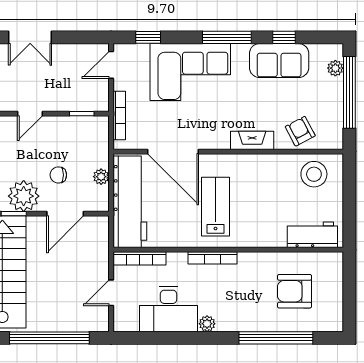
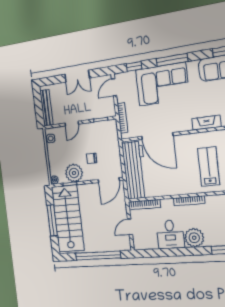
double door: (30, 37) -> (77, 76), moved
window: (227, 37) -> (172, 60), moved
plant: (101, 177) -> (116, 157), removed
lab bench: (215, 207) -> (209, 167), moved
door: (65, 214) -> (109, 180), moved
desk: (169, 309) -> (170, 234), width x0.73
plant: (207, 324) -> (194, 238), width x1.88, depth x1.88

